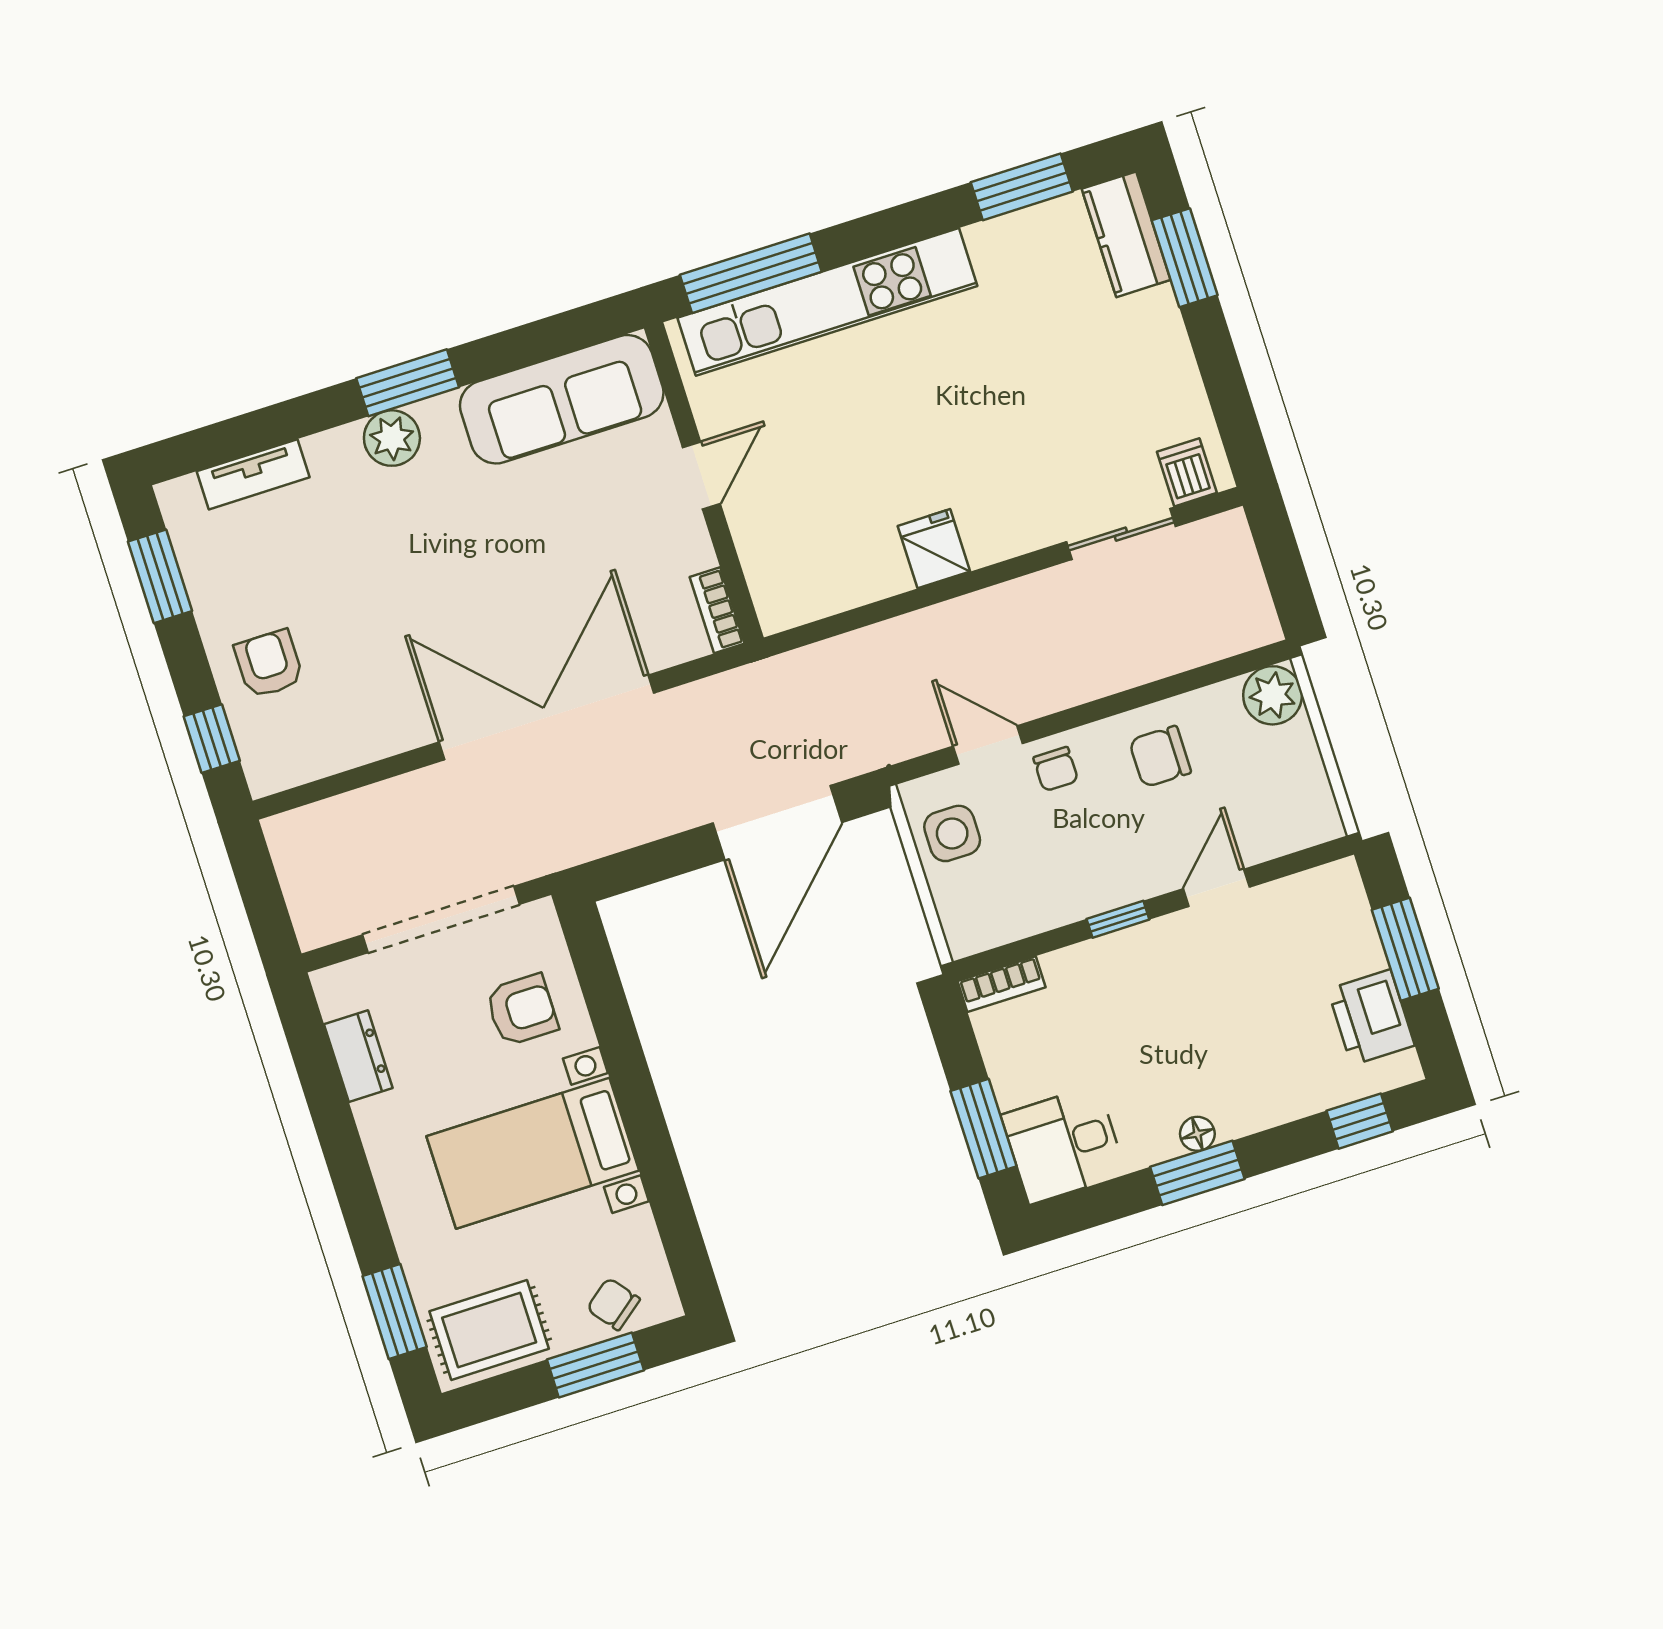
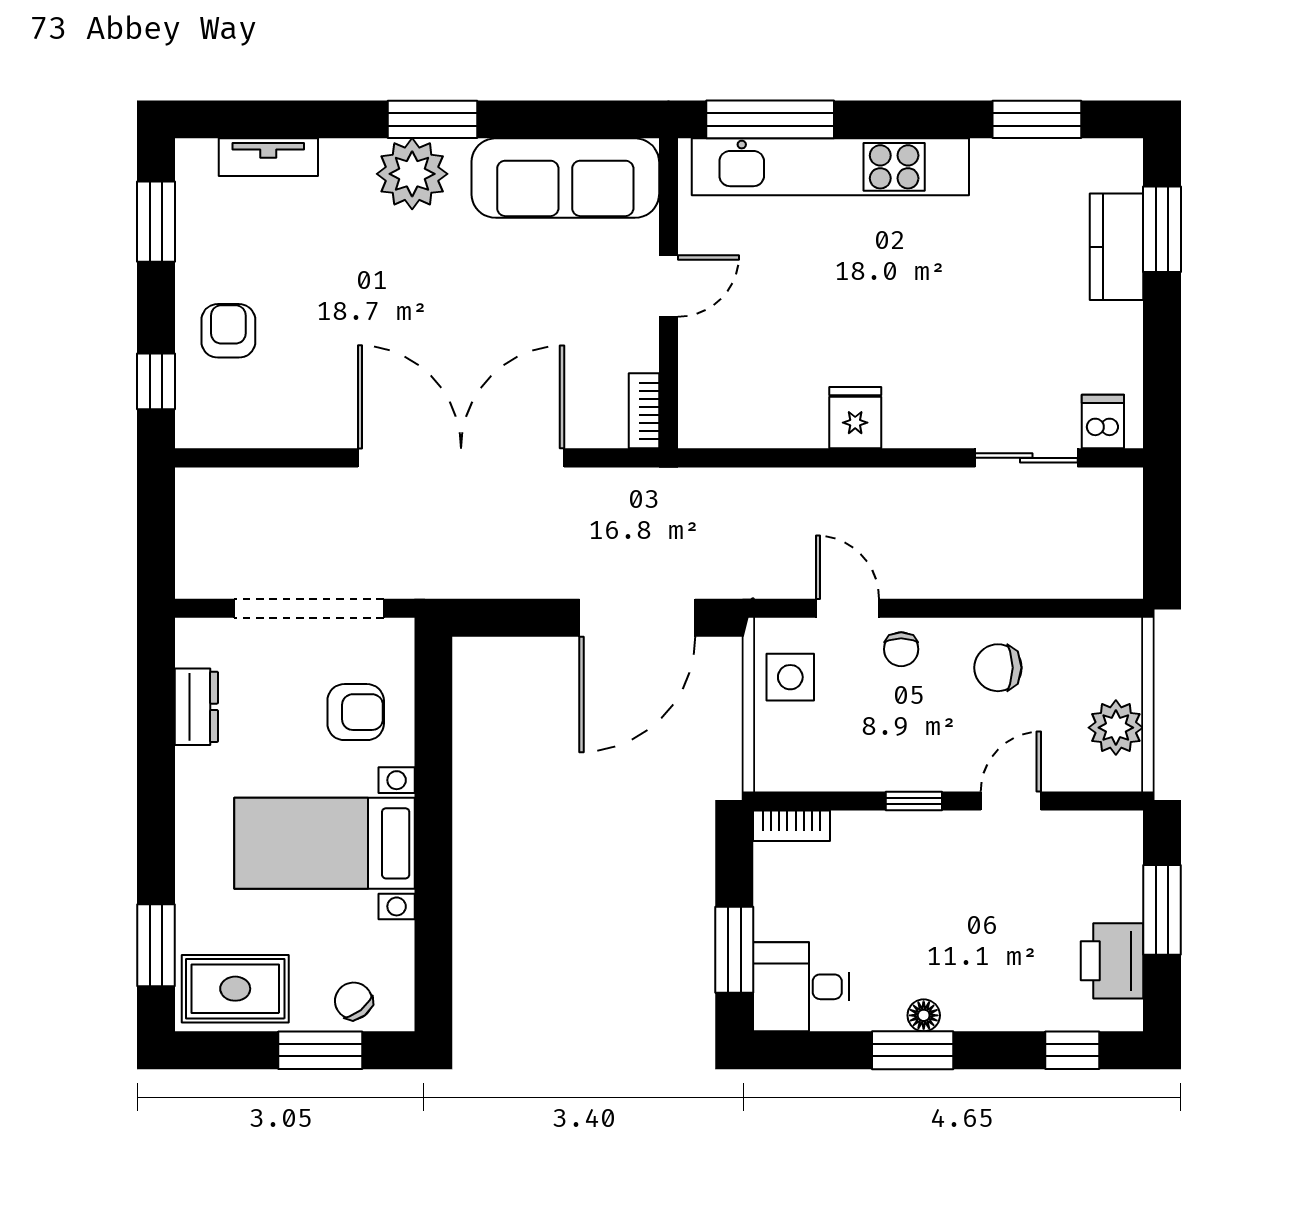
kitchen counter: (1126, 234) -> (1117, 247), moved
plant: (392, 438) -> (412, 174), width x1.36, depth x1.36
plant: (1273, 695) -> (1116, 728), moved

